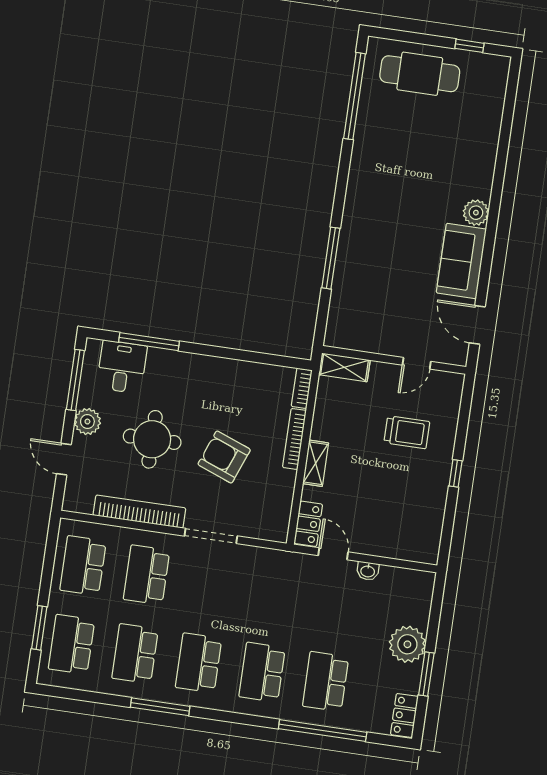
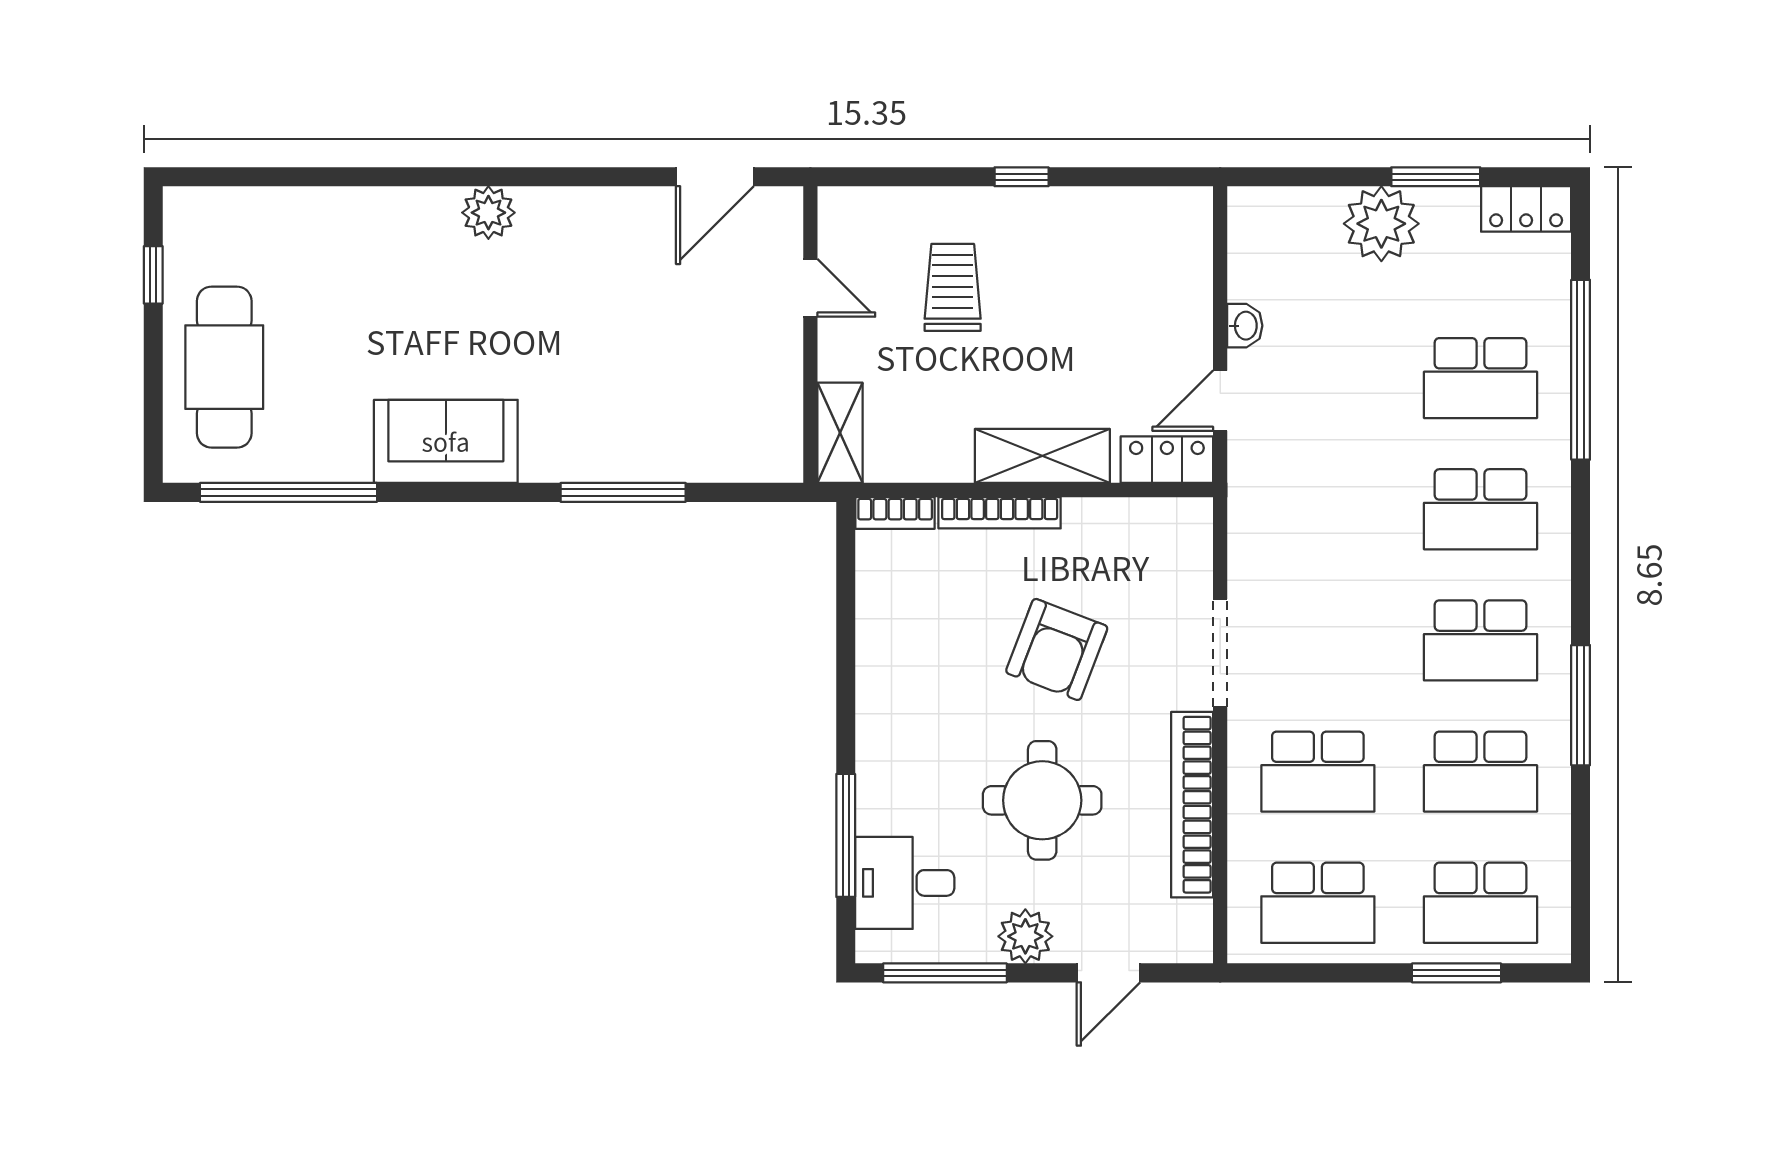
sofa: (461, 261) -> (446, 441), moved, turned 180
shelving: (316, 463) -> (1042, 456), width x1.50, depth x1.33

